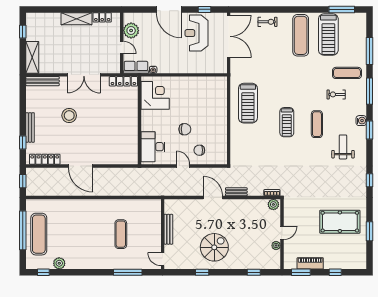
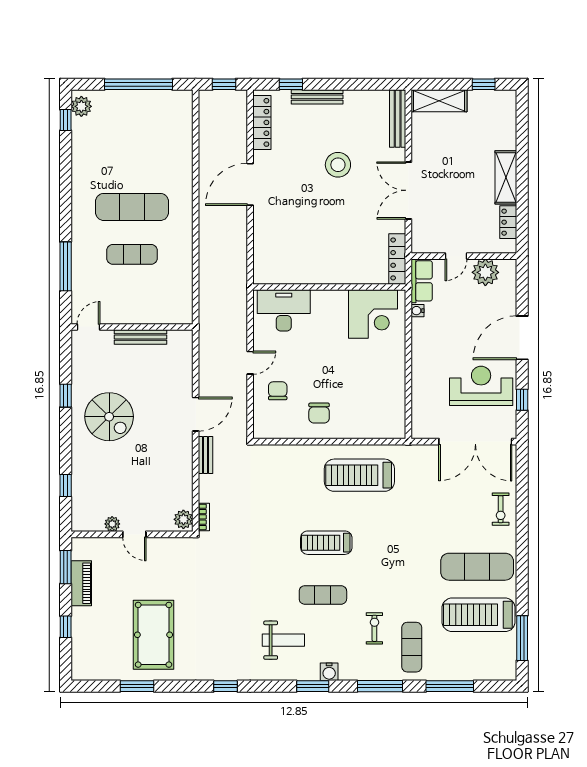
chair: (185, 129) -> (319, 413), moved
exercise mat: (39, 234) -> (132, 207), moved
plant: (59, 263) -> (81, 106), moved

